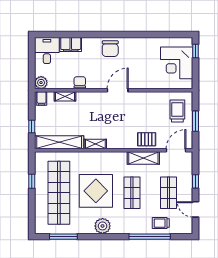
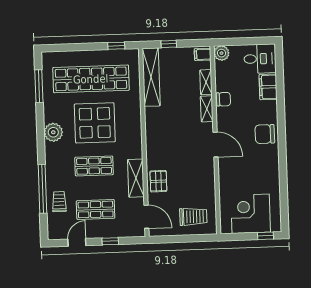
window: (195, 121) -> (182, 239), removed
shelving: (95, 144) -> (207, 109), moved
window: (32, 181) -> (116, 46), moved

